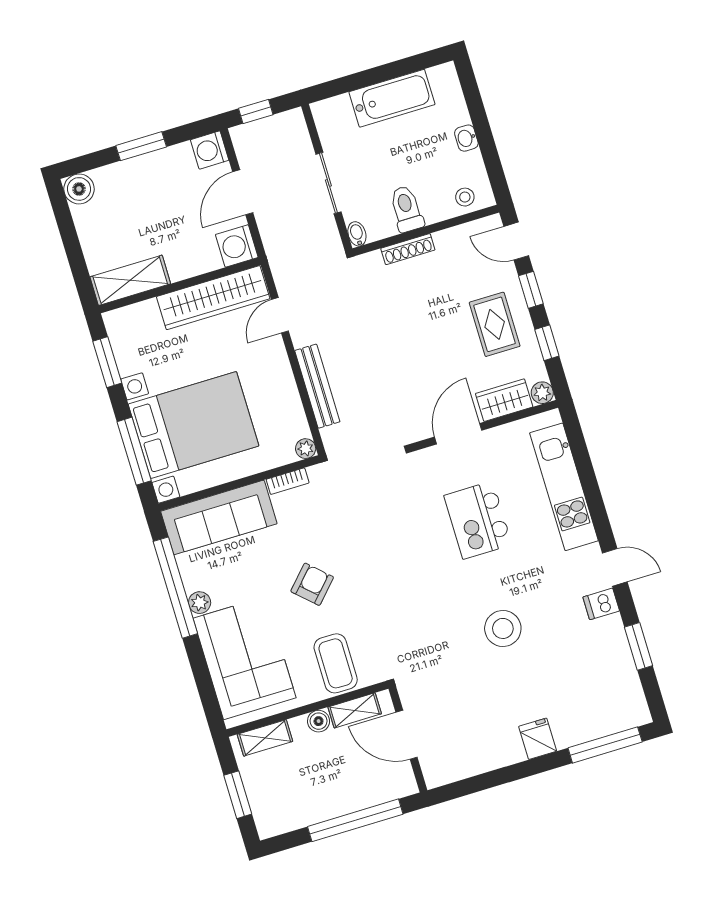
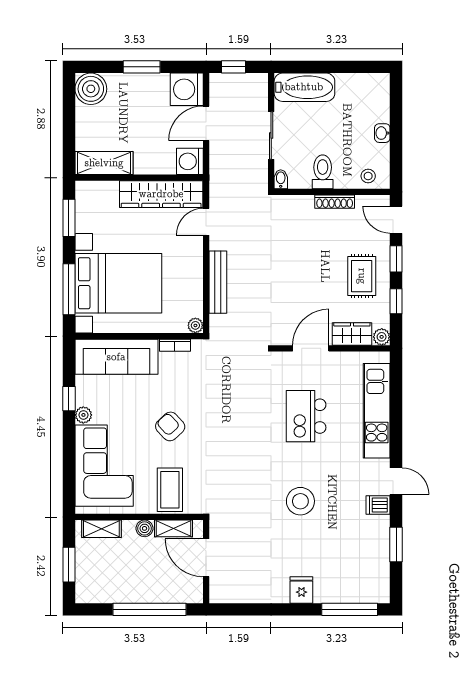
bathtub: (392, 98) -> (304, 87), moved
washing machine: (210, 150) -> (187, 89), width x1.37, depth x1.37
boiler: (79, 189) -> (91, 89), width x1.37, depth x1.37
shoe rack: (408, 249) -> (335, 202), moved
armchair: (312, 584) -> (170, 426), turned -86
window: (175, 588) -> (69, 399), width x0.32

